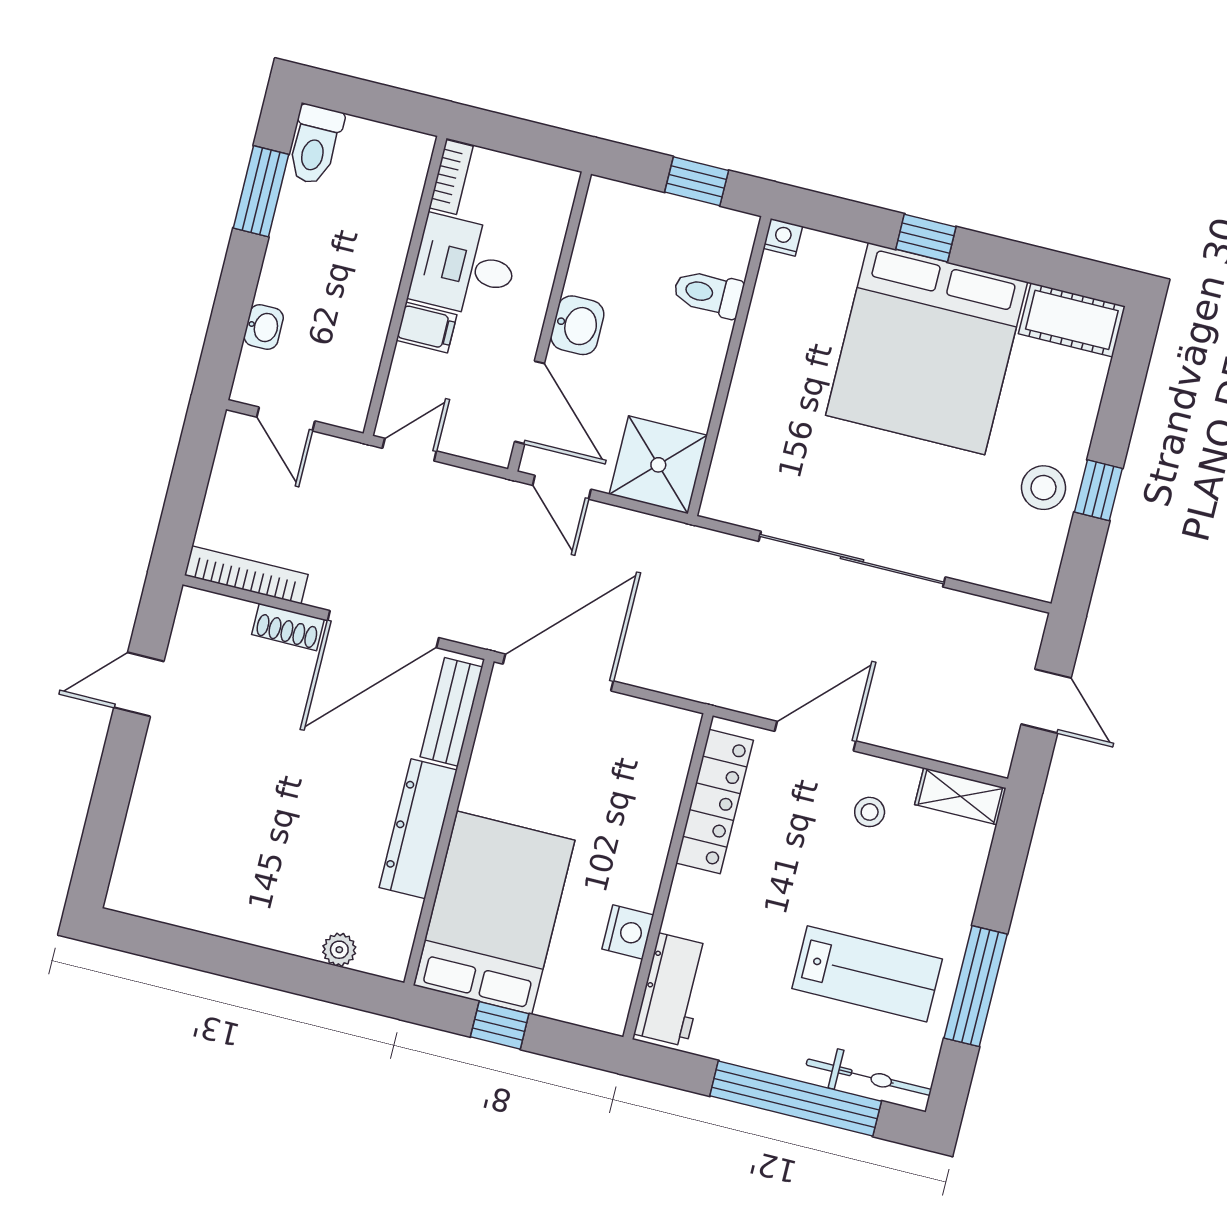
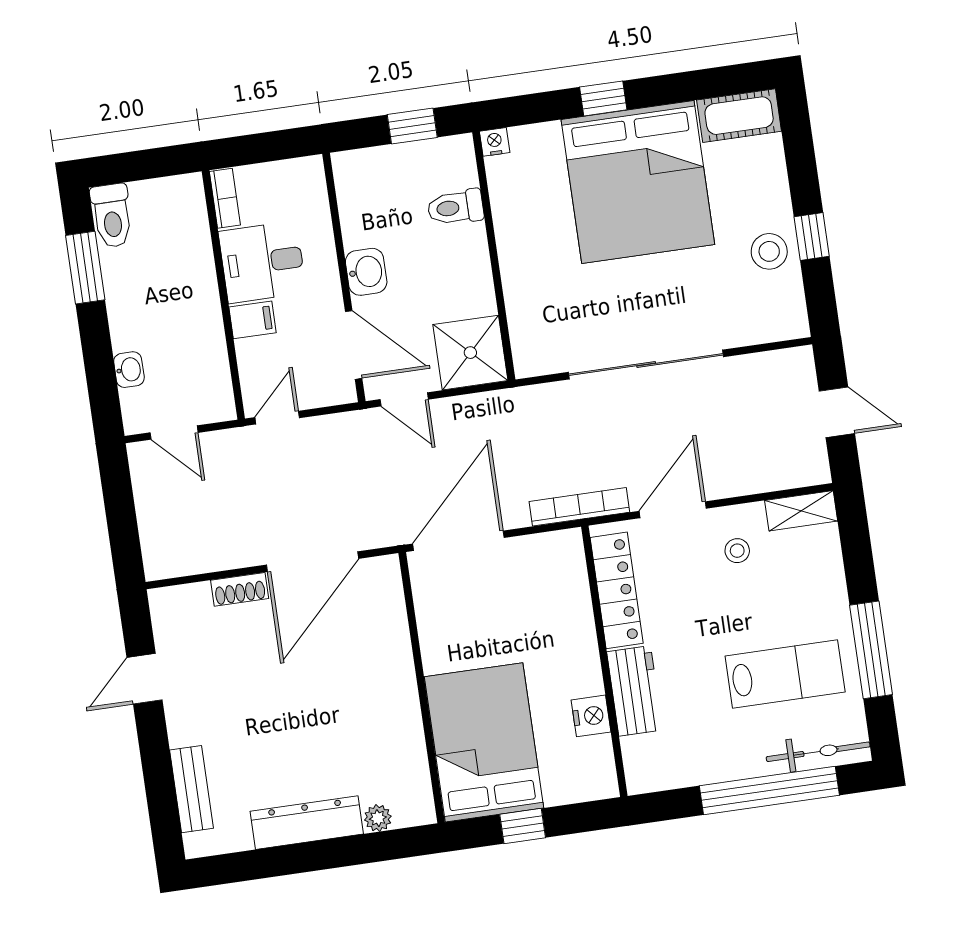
bookcase: (246, 575) -> (579, 507), moved
bench: (451, 712) -> (191, 789), moved
dresser: (418, 829) -> (307, 823), moved, turned 90
workbench: (672, 990) -> (635, 691), moved

